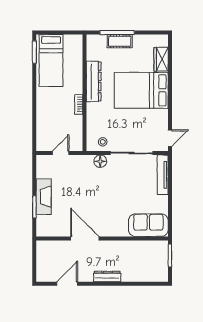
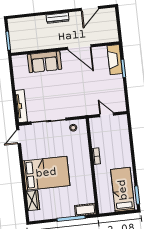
cot: (120, 41) -> (85, 210), moved
dresser: (94, 81) -> (86, 176), removed
door: (61, 153) -> (107, 115), swing flipped
floor lamp: (100, 161) -> (73, 112), removed
fireplace: (44, 197) -> (115, 60), moved
sofa: (148, 225) -> (44, 62), moved

